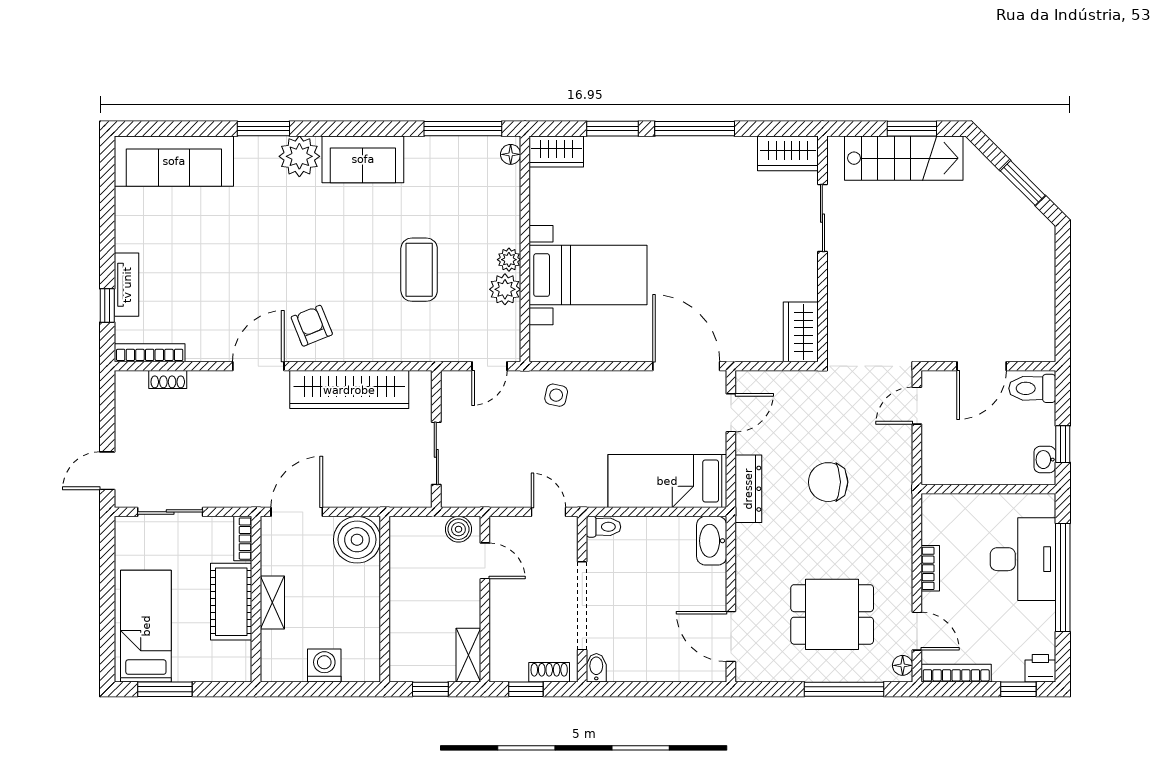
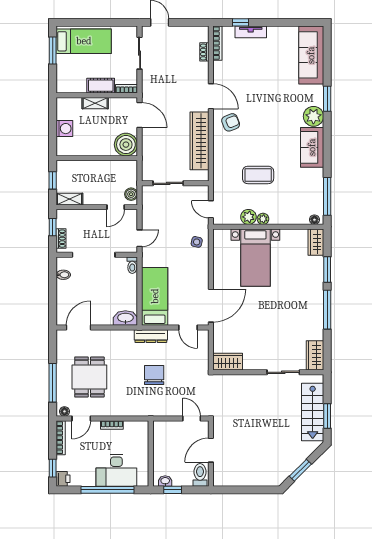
door: (982, 366) -> (211, 450), hinge flipped
cot: (231, 602) -> (101, 86), width x0.73, depth x0.75
bidet: (596, 668) -> (63, 275), moved

